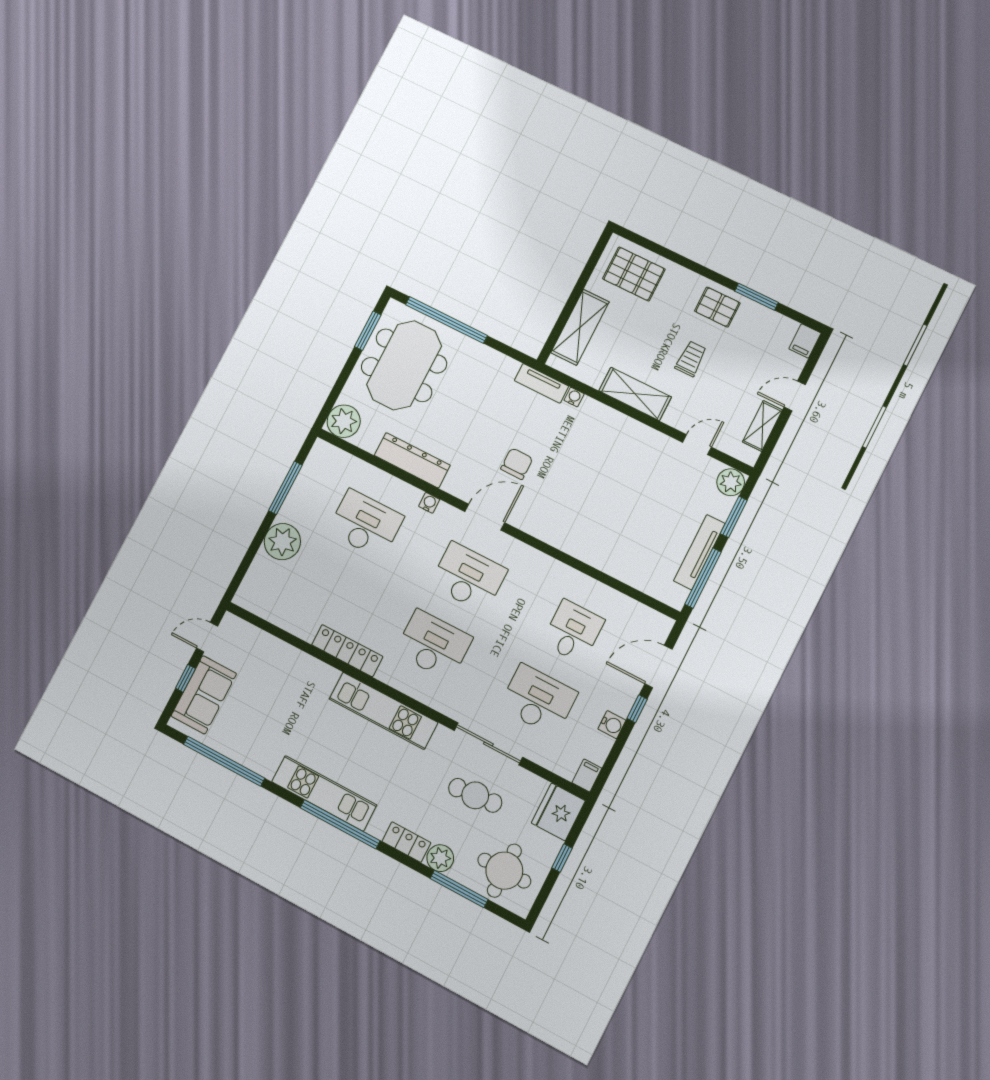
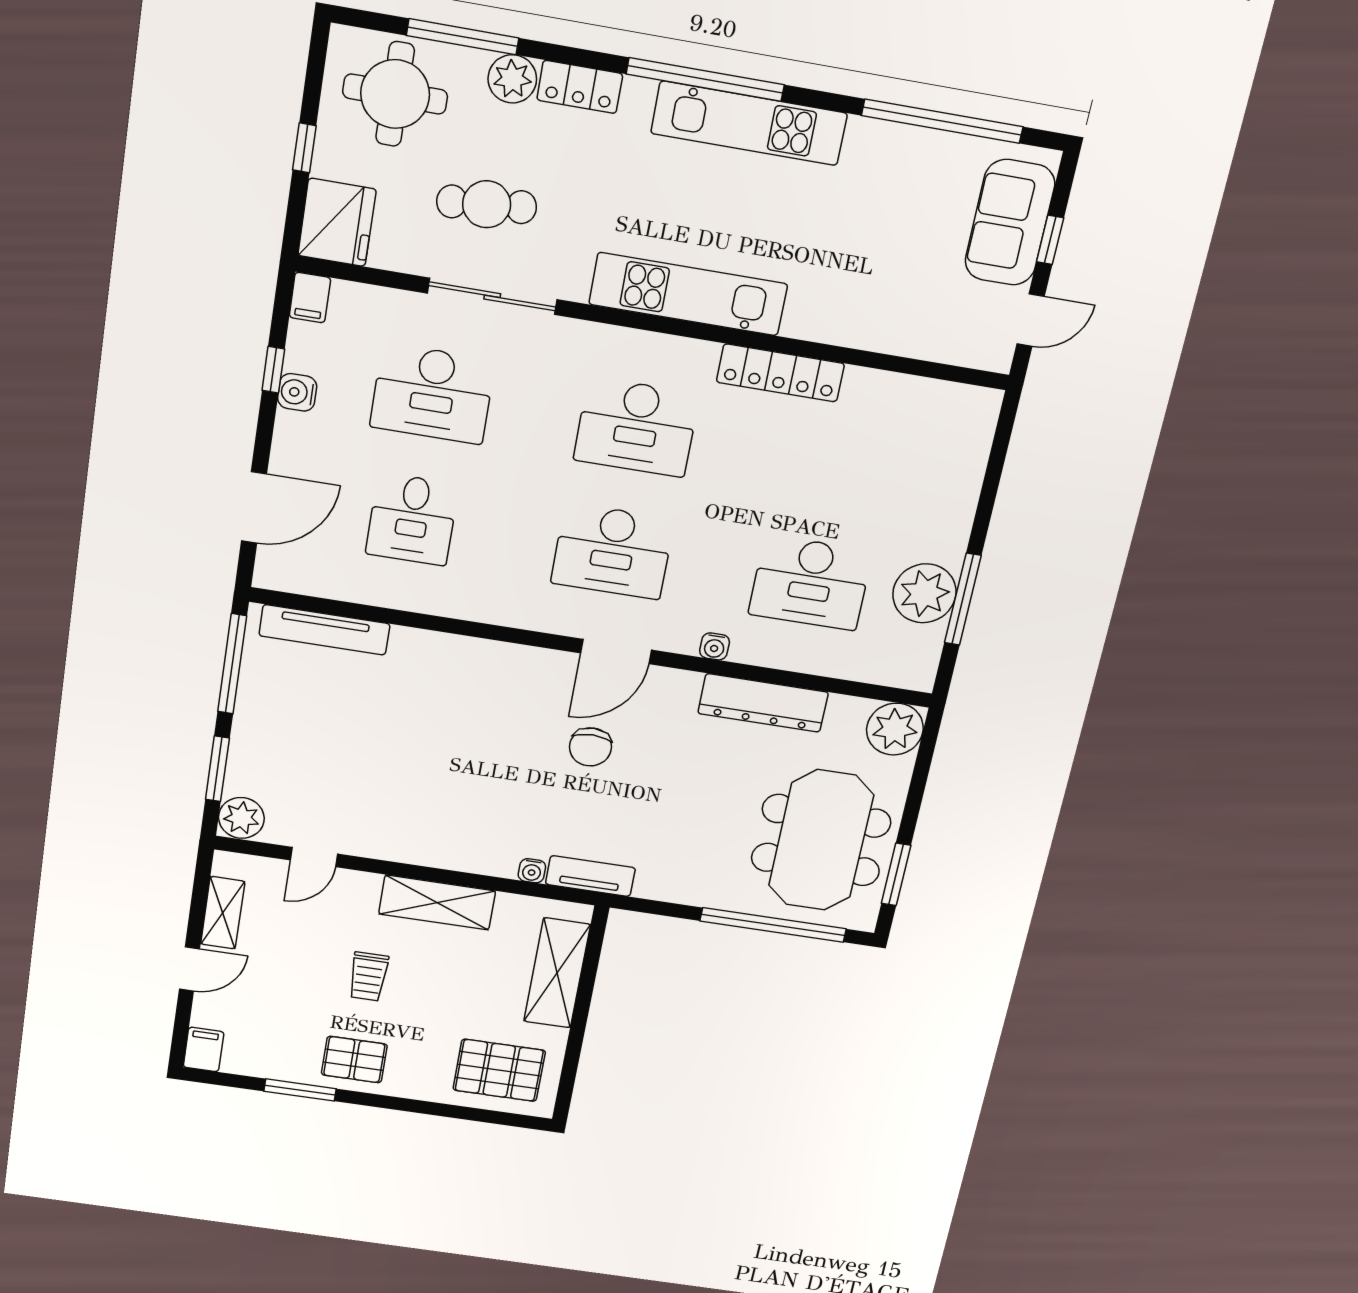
plant: (282, 542) -> (924, 593), moved
tv unit: (699, 552) -> (324, 630), moved, turned 90
window: (637, 709) -> (273, 370), moved

